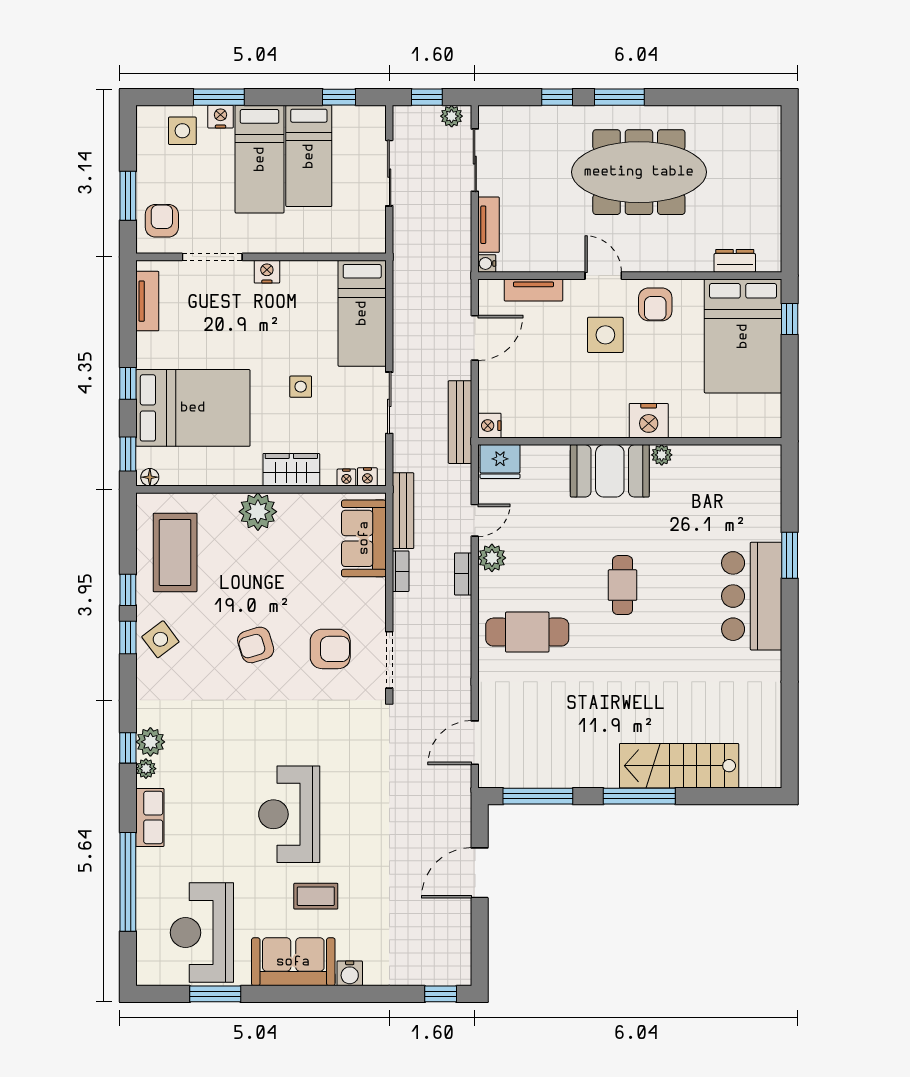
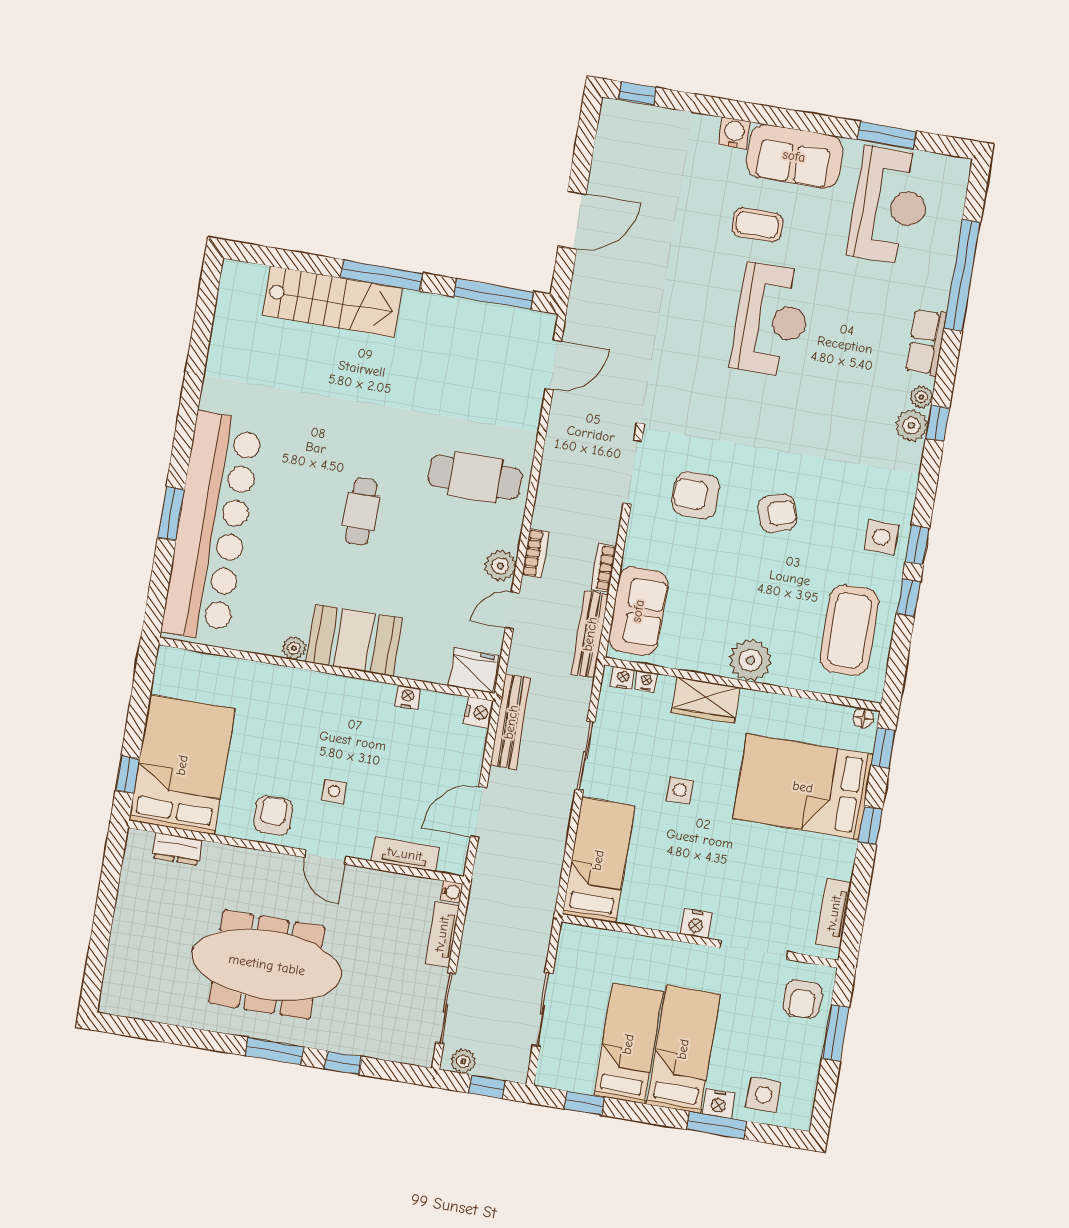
side table: (605, 335) -> (334, 791), width x0.54, depth x0.54
nightstand: (649, 421) -> (407, 697), moved, width x0.53, depth x0.56
bar counter: (752, 596) -> (212, 527), width x1.86
side table: (160, 639) -> (882, 537), turned 37

